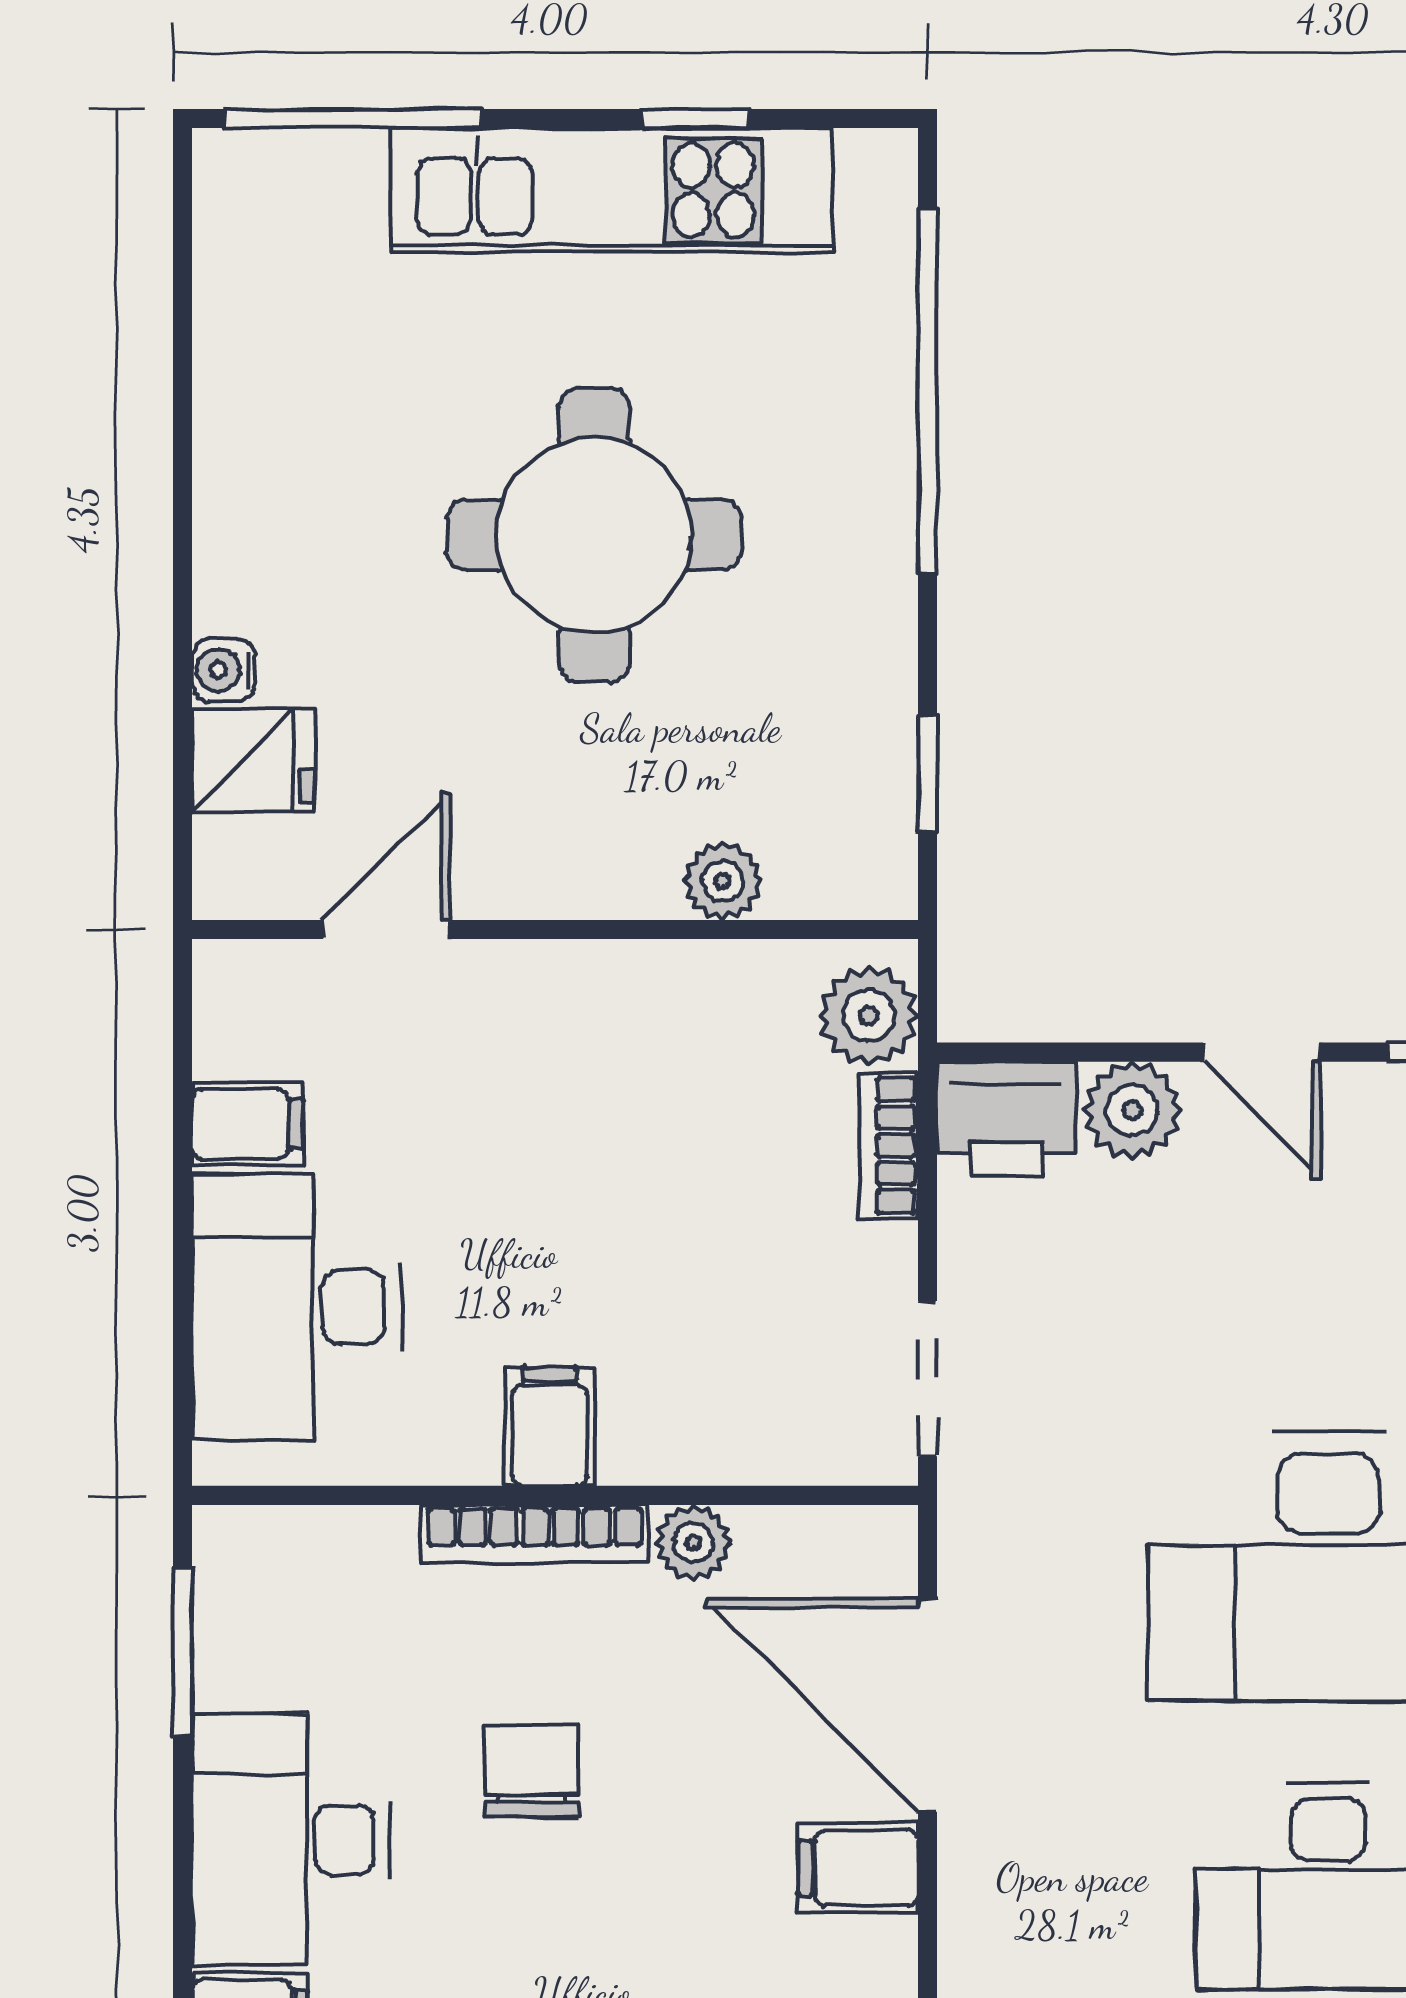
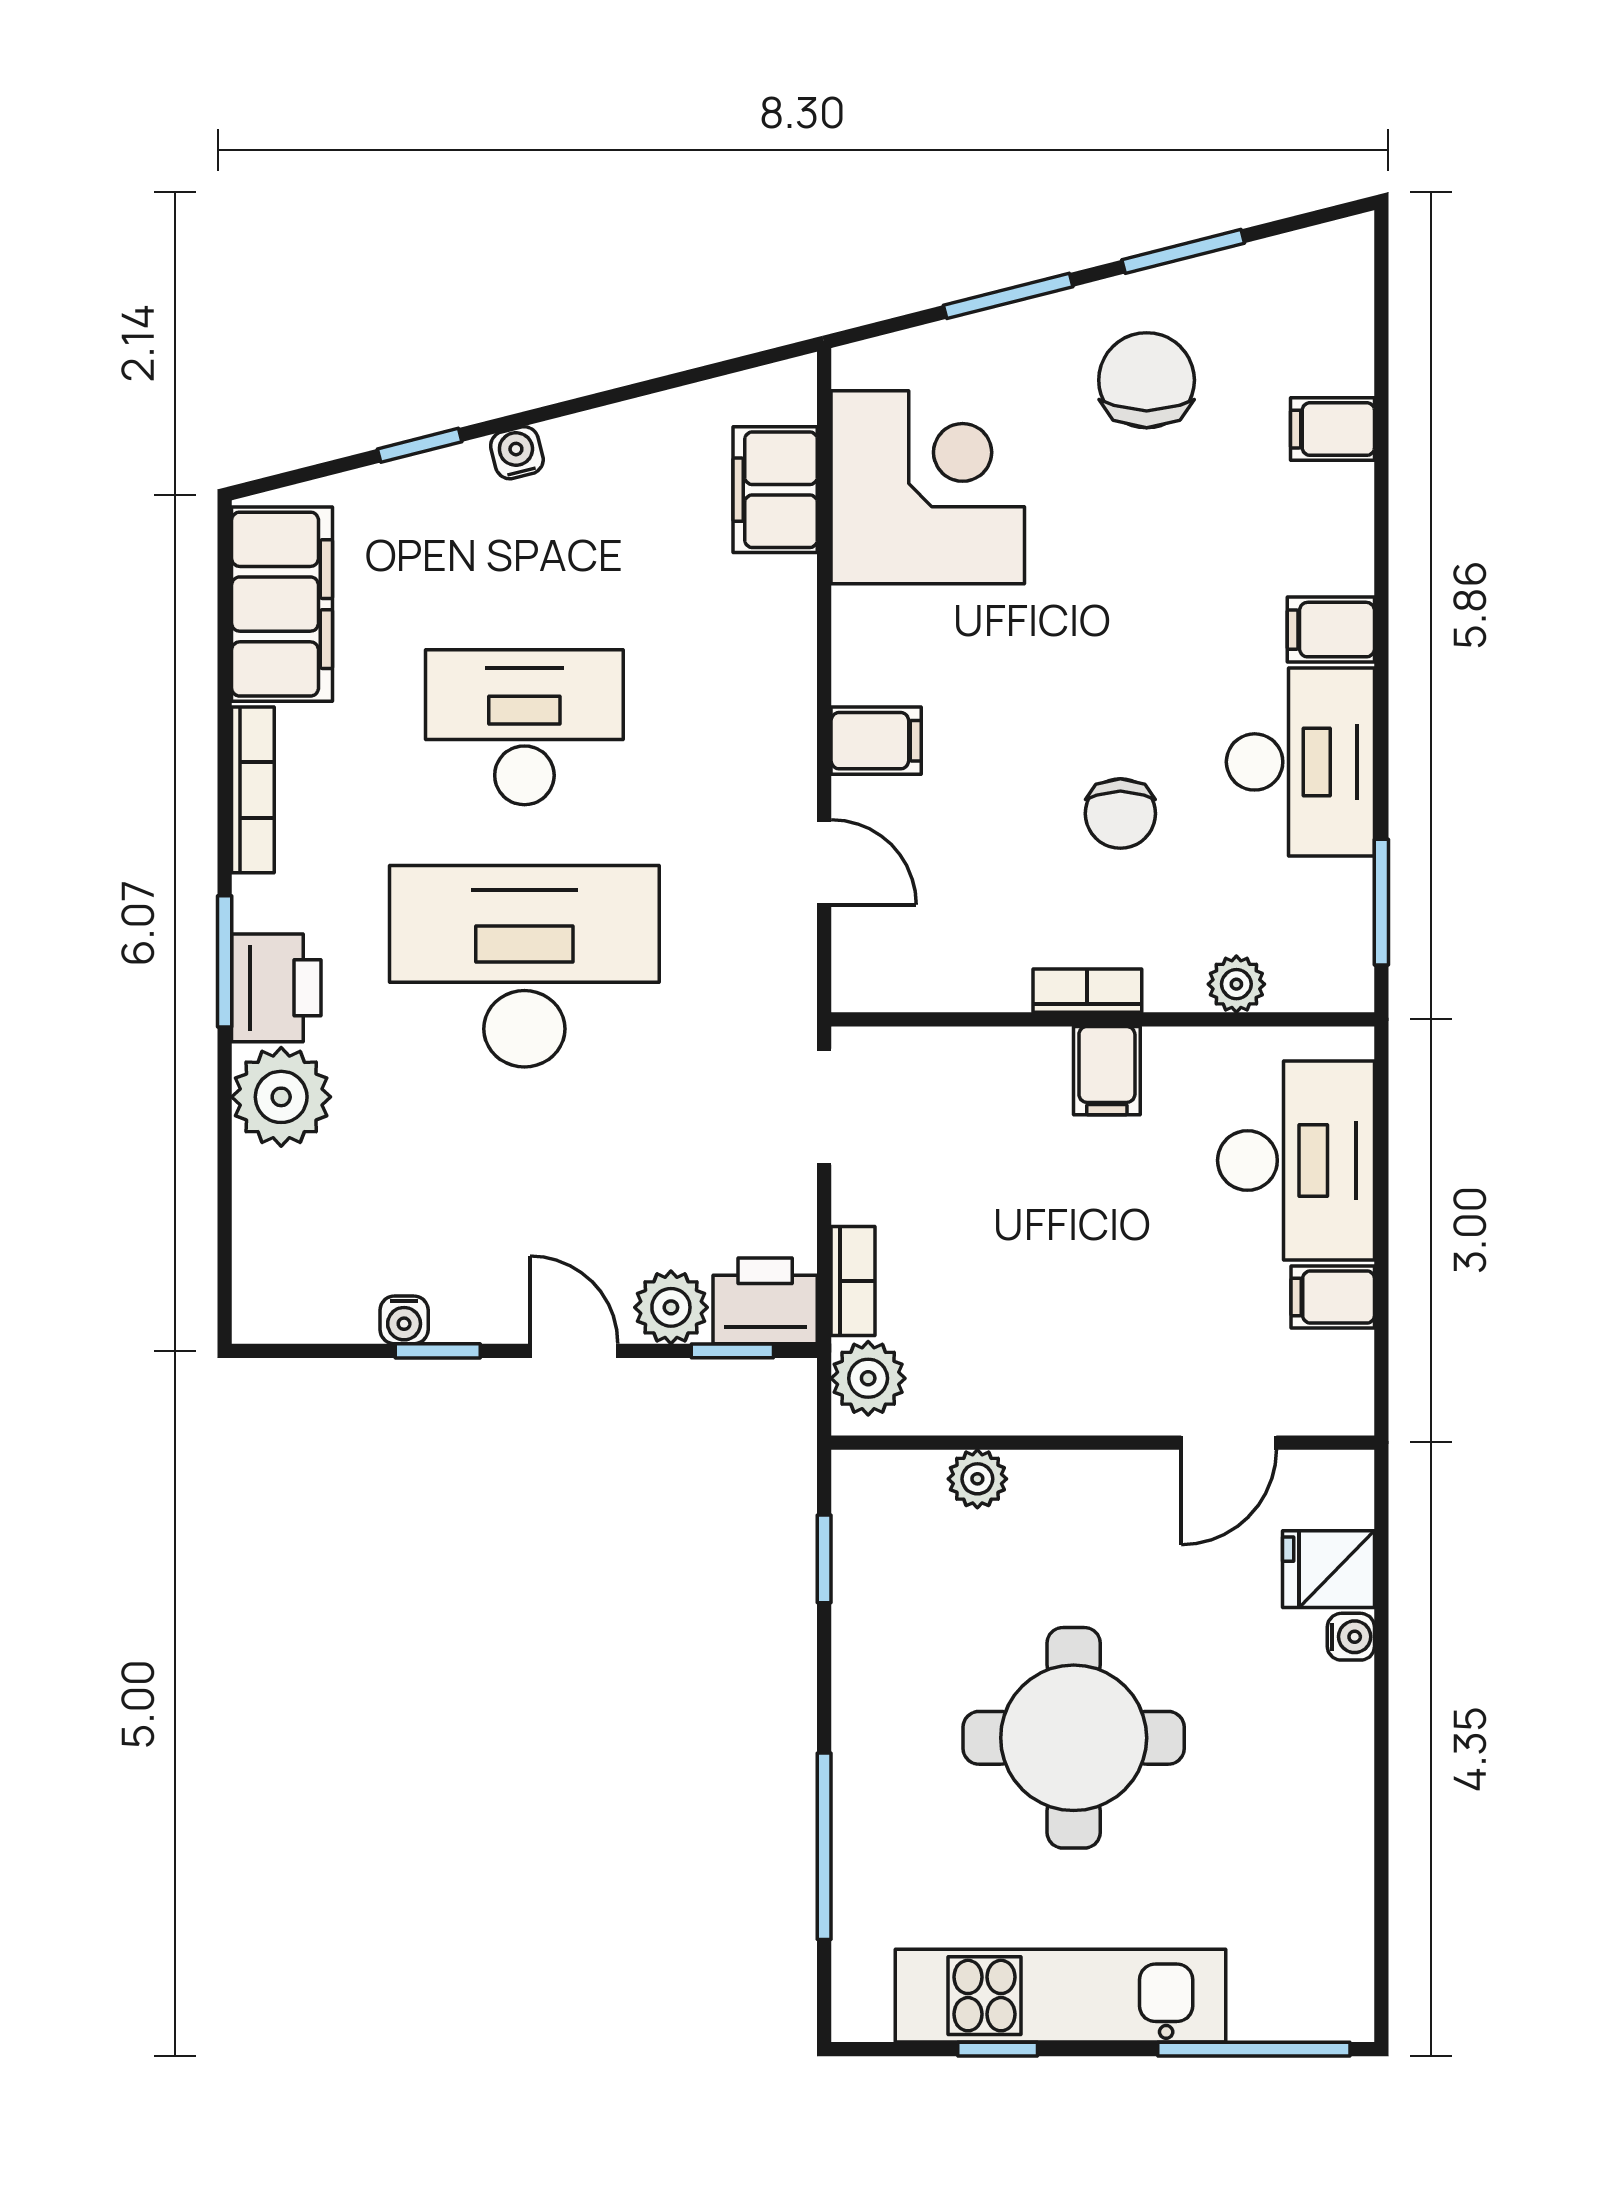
window: (928, 390) -> (824, 1846), width x0.68
window: (1050, 1052) -> (732, 1351), added
bookcase: (535, 1534) -> (1087, 991), width x0.64
plant: (693, 1542) -> (1236, 984), moved
door: (928, 1706) -> (824, 862), width x0.53

